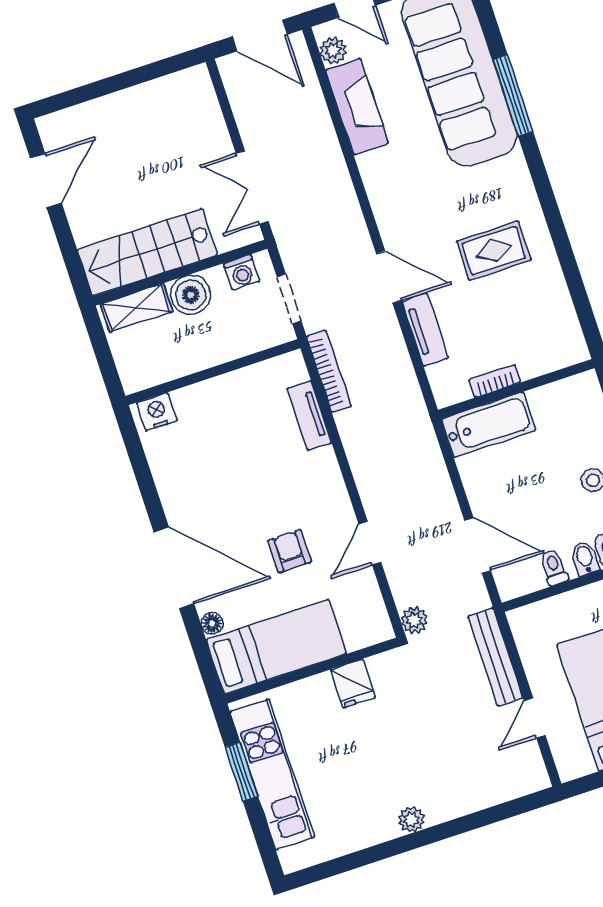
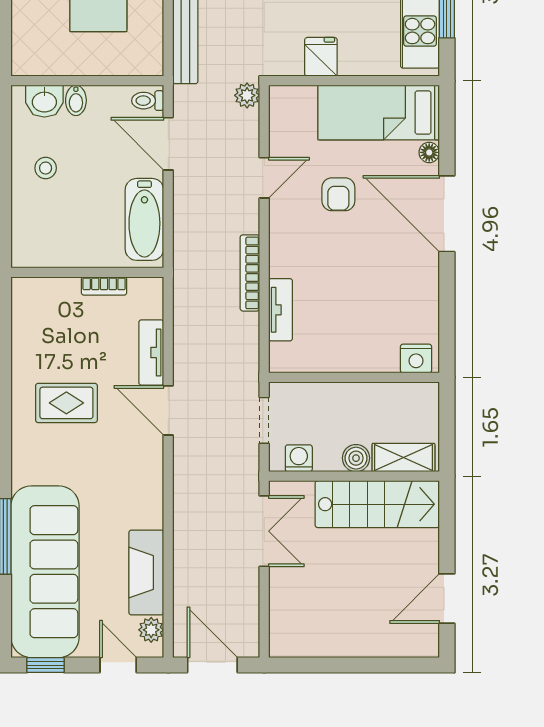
boiler: (191, 295) -> (356, 458), width x0.73, depth x0.73
bookcase: (329, 371) -> (250, 273), moved
bathtub: (488, 425) -> (144, 219), moved, turned -90
toilet: (554, 568) -> (148, 101), moved, turned 90

